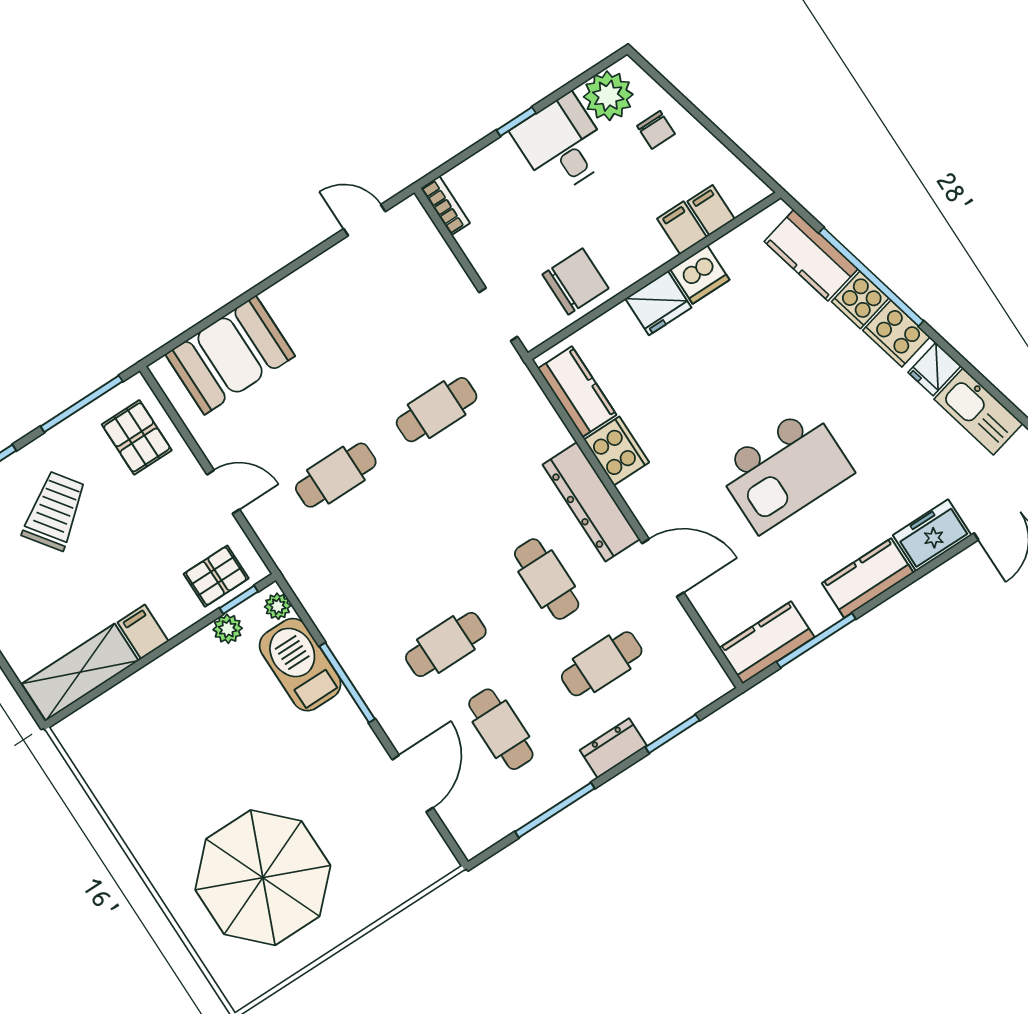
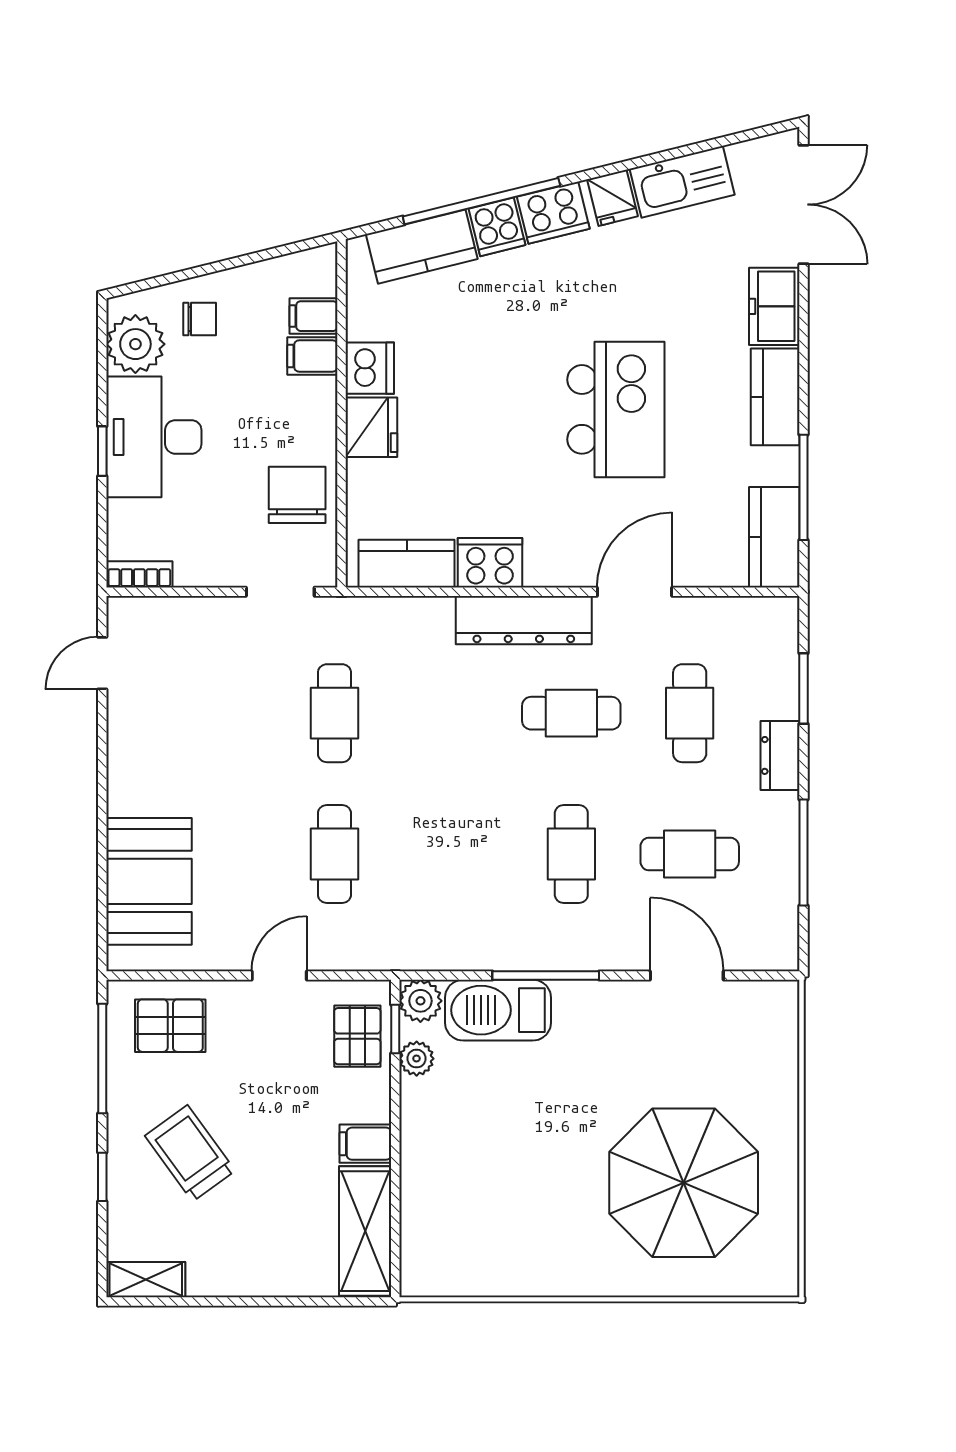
desk: (562, 144) -> (154, 437), width x1.37
plant: (278, 606) -> (420, 1001), width x1.38, depth x1.38

